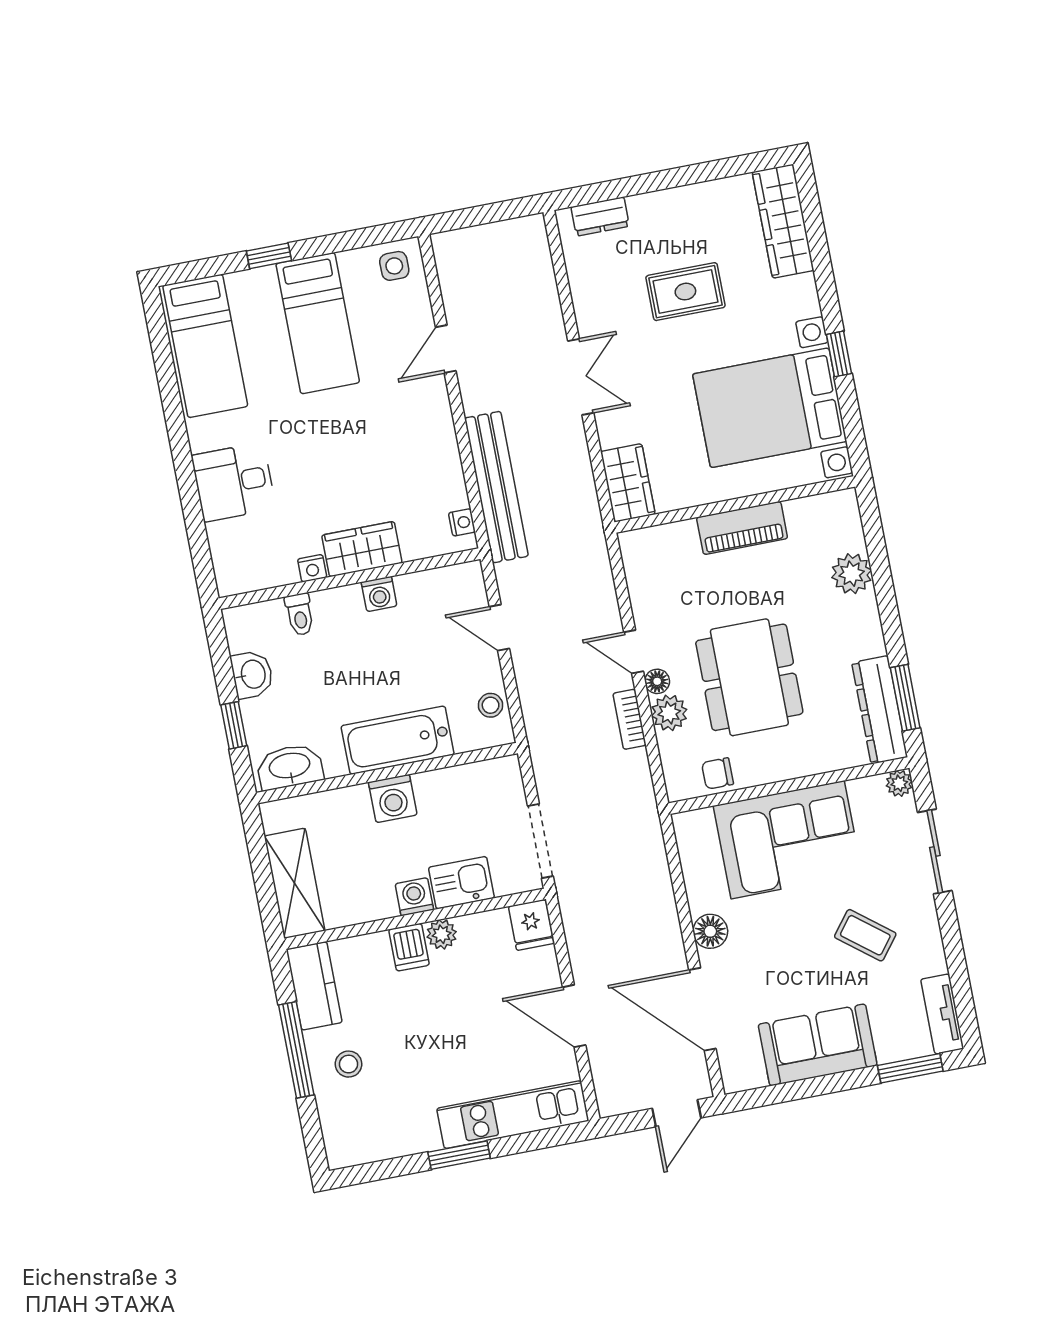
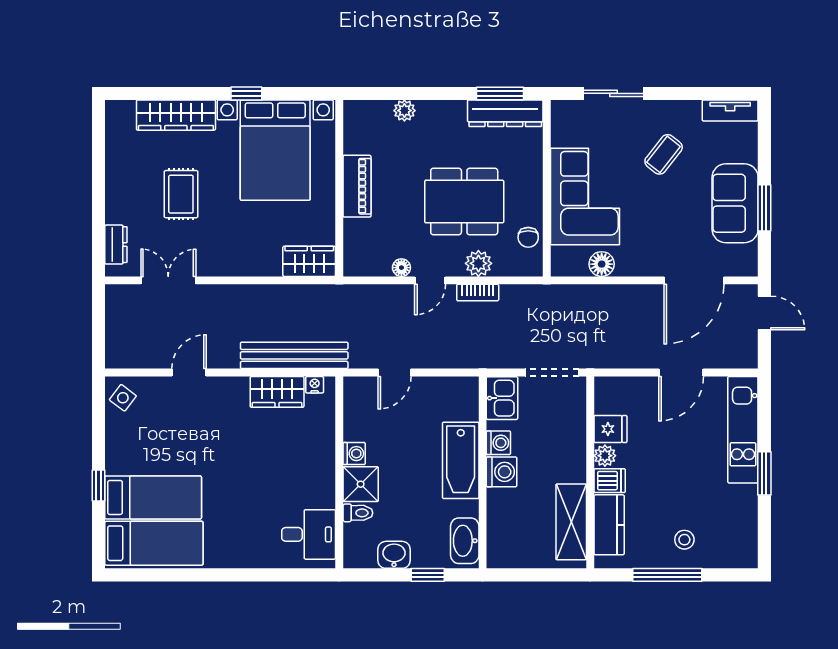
wardrobe: (783, 221) -> (176, 115), moved
side table: (394, 266) -> (123, 398), turned 37
bed: (318, 323) -> (153, 497), moved
door: (446, 349) -> (189, 373), swing flipped
double door: (581, 377) -> (168, 280), moved
desk: (234, 482) -> (309, 534), moved, turned -90
wardrobe: (362, 549) -> (277, 392), moved, turned -90
nightstand: (312, 568) -> (327, 498), removed
plant: (852, 574) -> (404, 111), width x0.73, depth x0.73
shower: (339, 611) -> (361, 484), added
floor lamp: (657, 681) -> (401, 268), moved
stool: (491, 705) -> (449, 389), removed
plant: (899, 783) -> (560, 109), removed
shelving: (295, 883) -> (571, 522), moved, turned 90
kitchen sink: (461, 883) -> (502, 398), moved, turned 180
washing machine: (414, 897) -> (498, 443), moved, turned 180
fridge: (531, 925) -> (610, 429), moved
floor lamp: (710, 931) -> (602, 264), moved
kitchen counter: (314, 986) -> (609, 525), moved, turned 90
window: (910, 1068) -> (764, 208), moved

